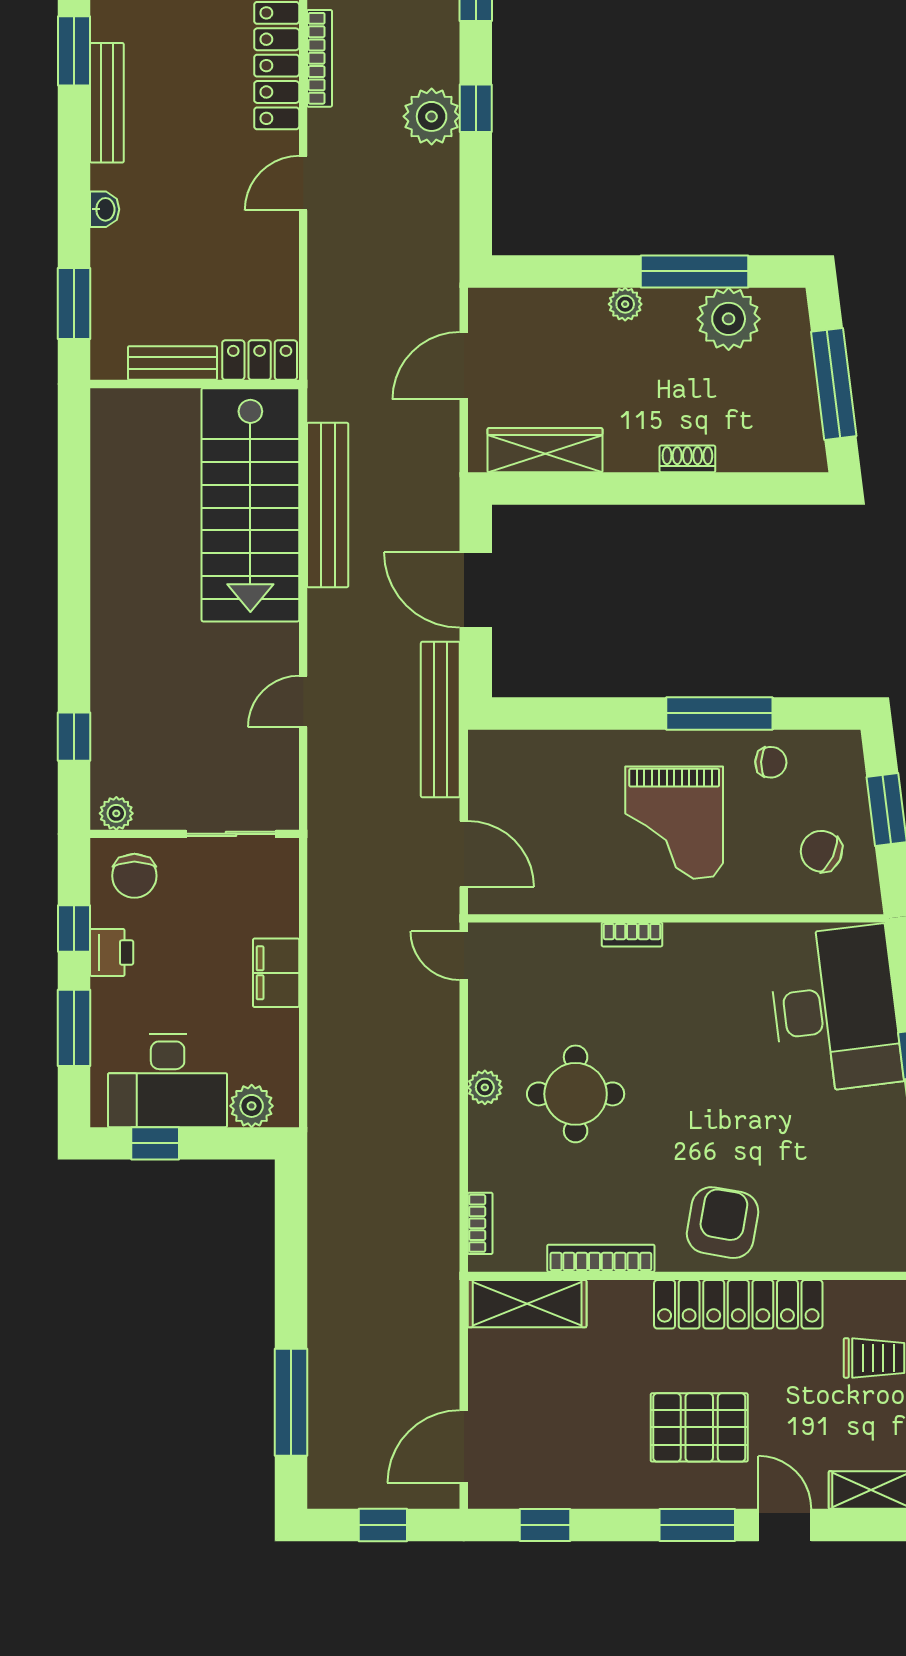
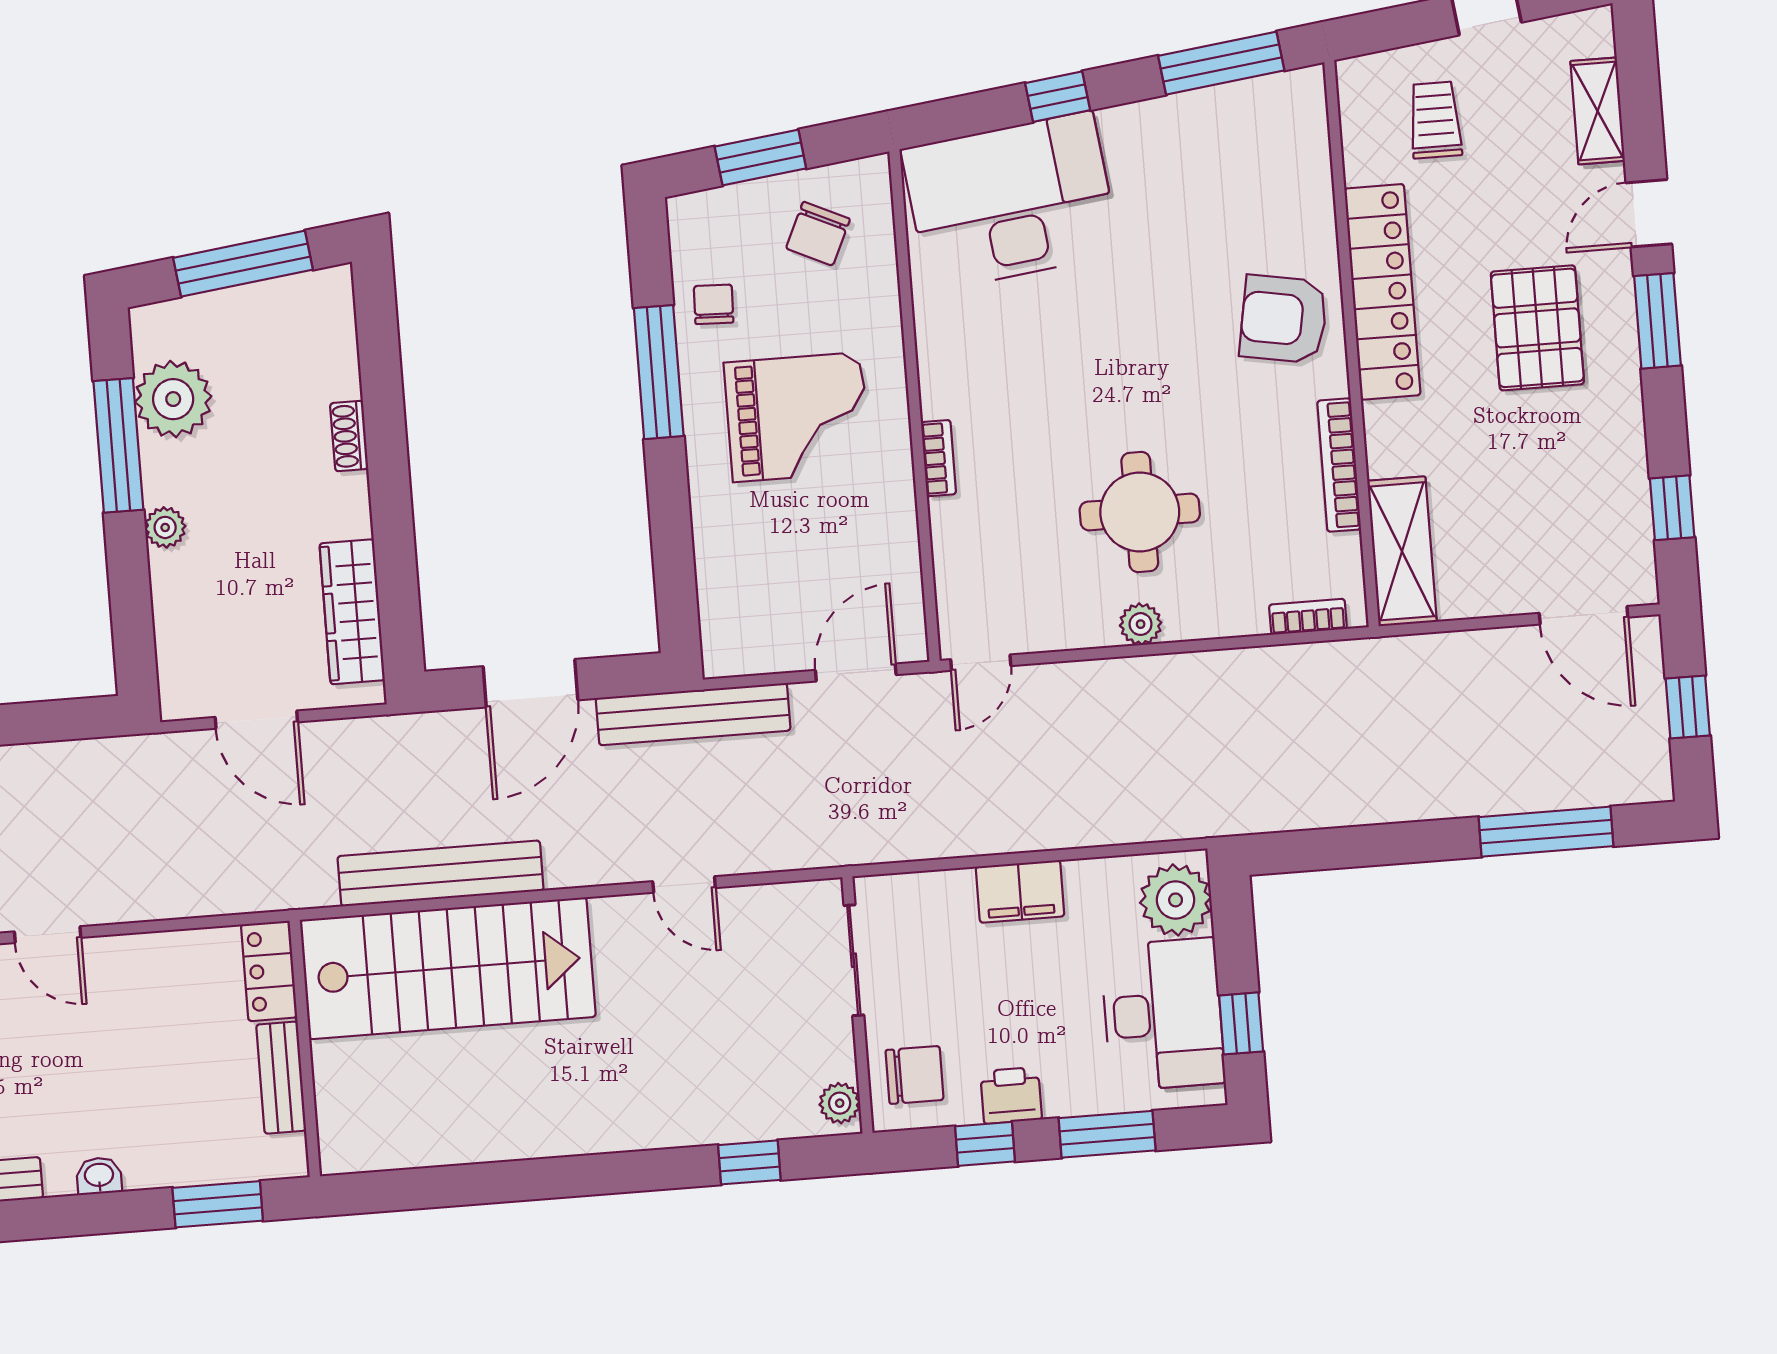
plant: (252, 1106) -> (1176, 900), width x1.36, depth x1.36

